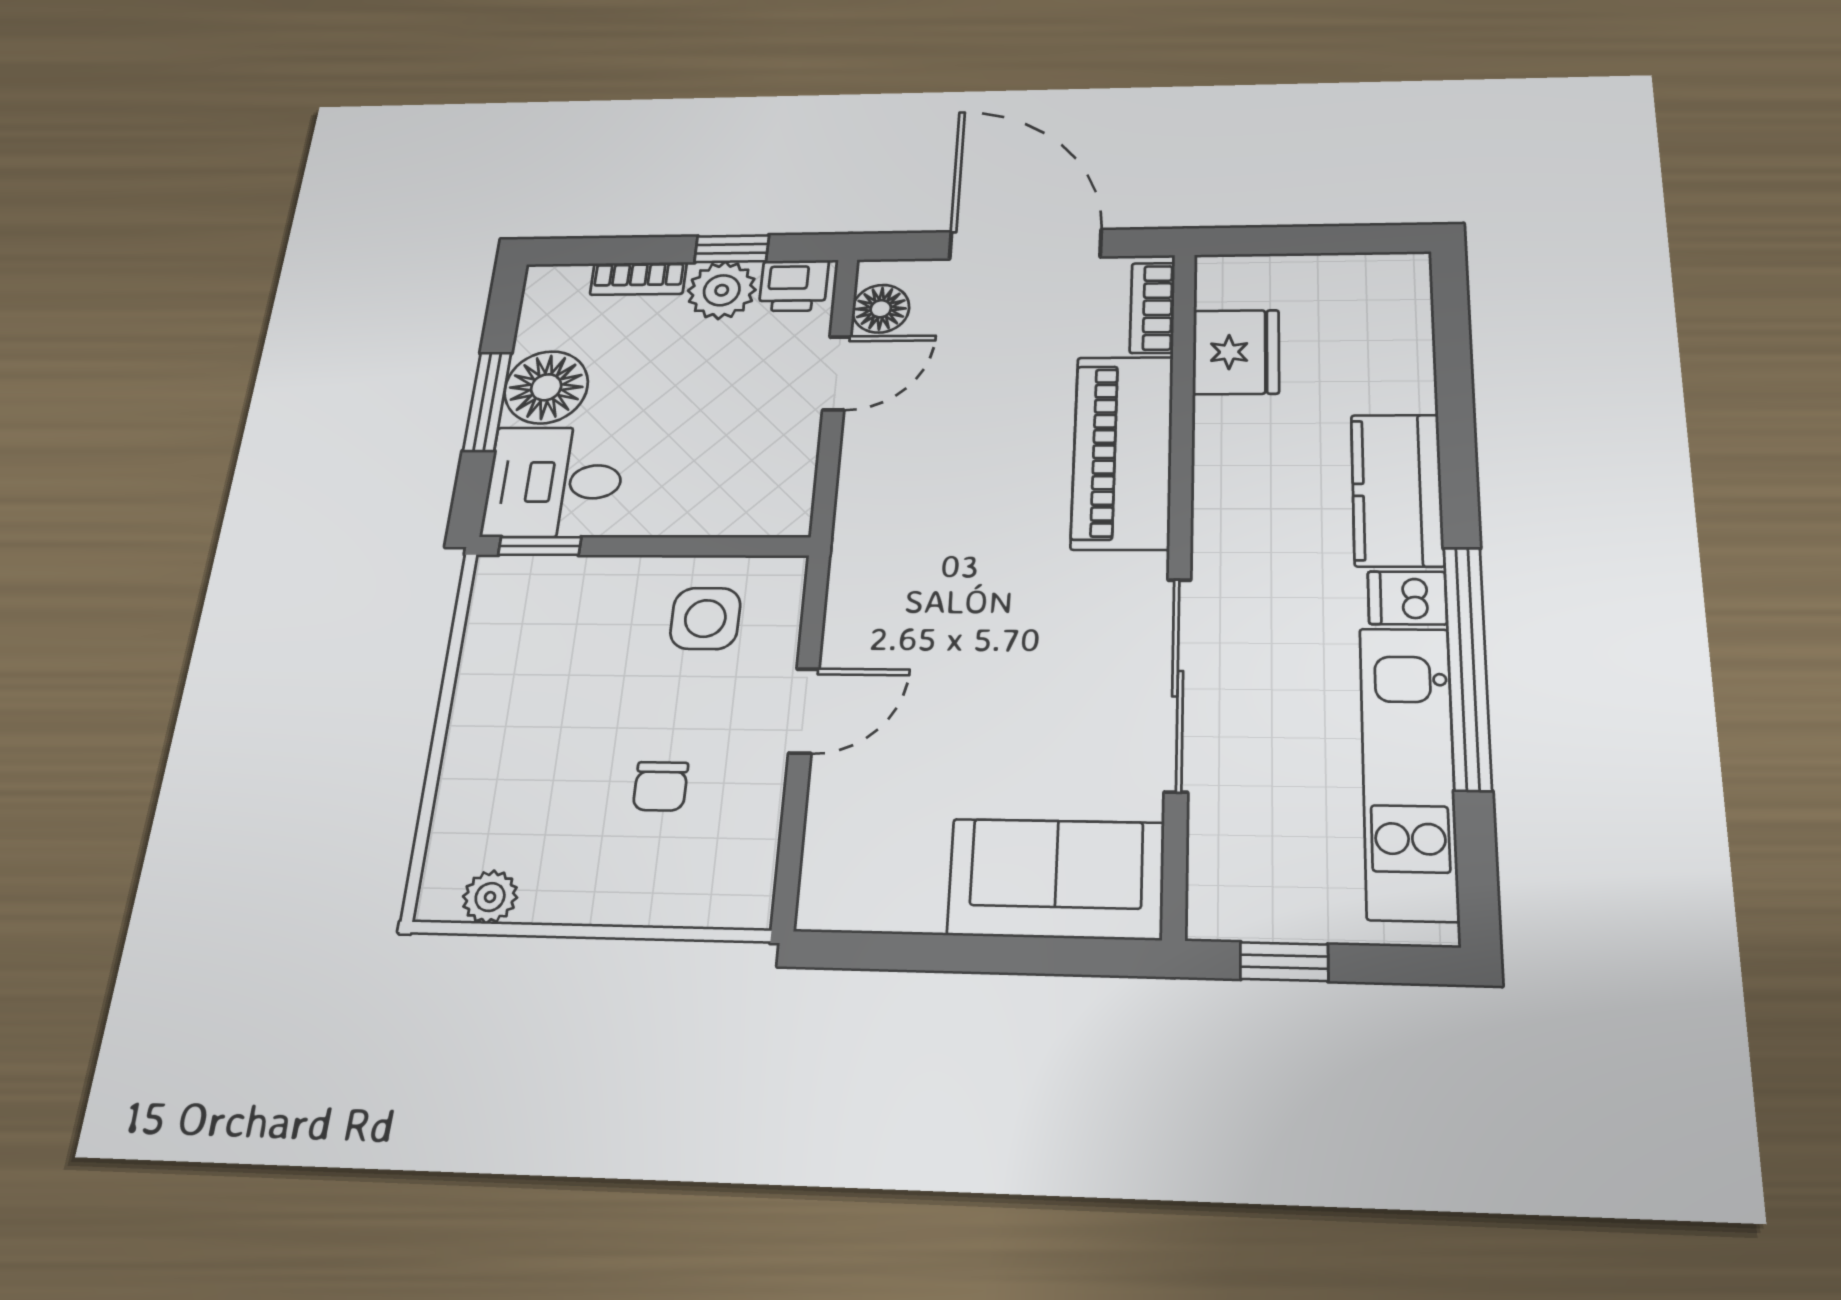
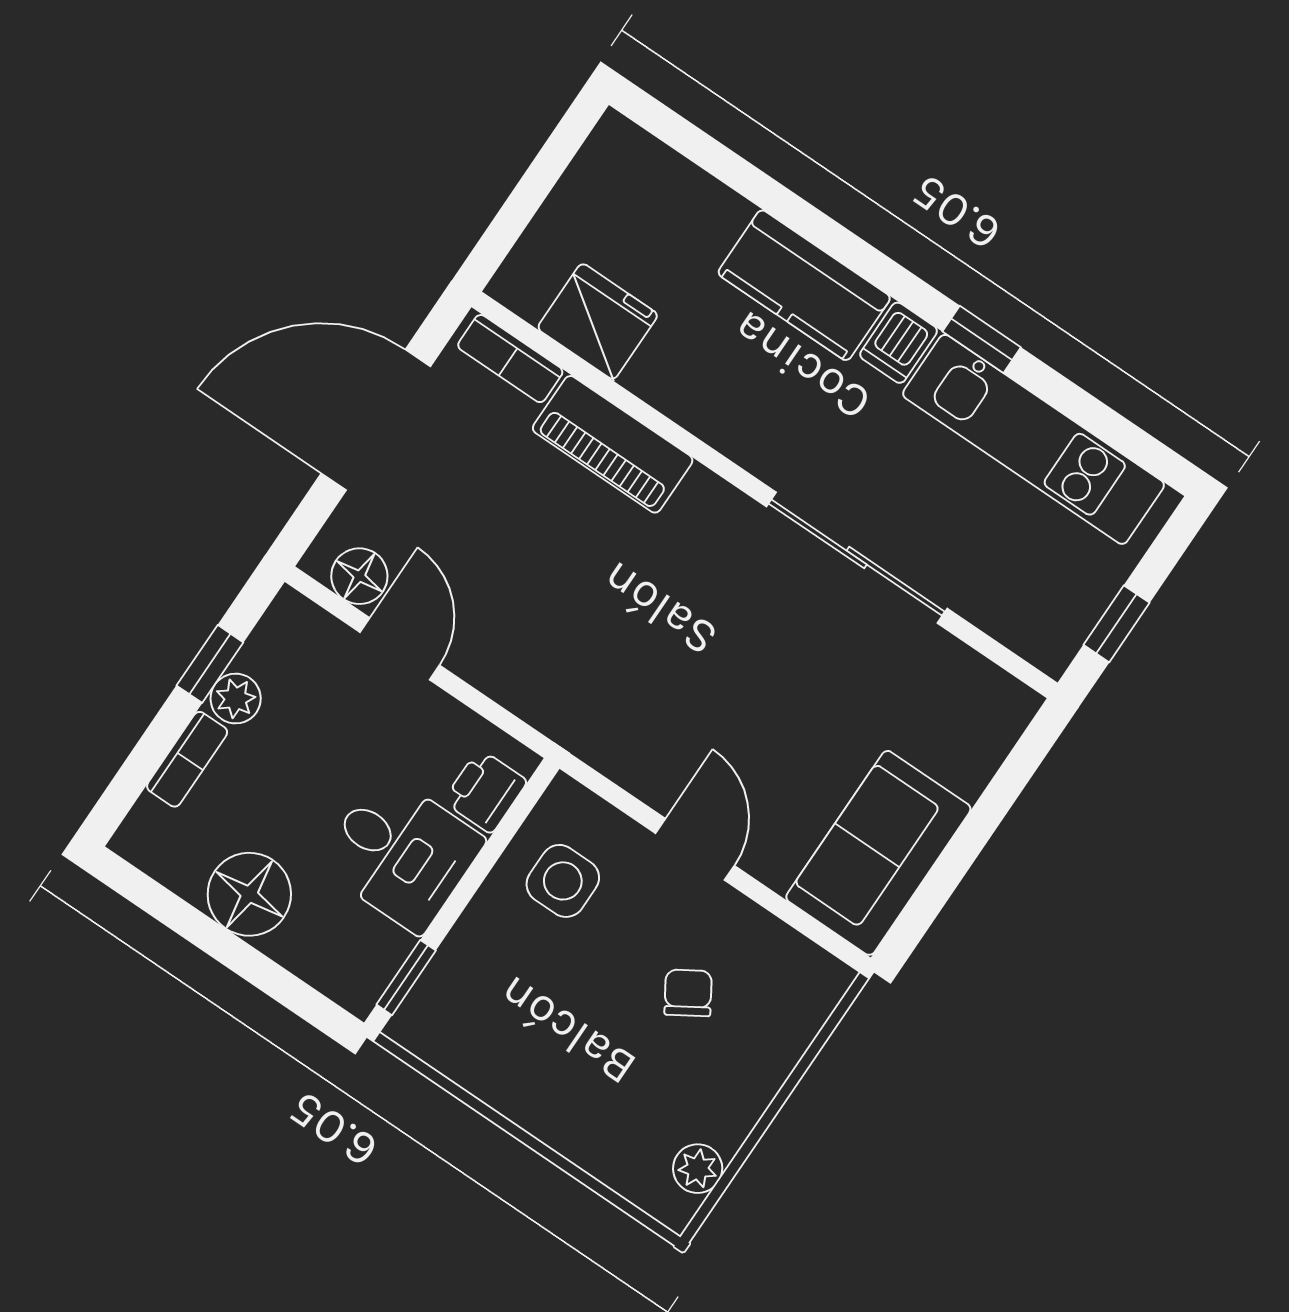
printer: (794, 286) -> (485, 791), moved, turned 180
plant: (722, 290) -> (236, 699), width x0.73, depth x0.73
window: (487, 402) -> (230, 951), removed
piano: (1123, 452) -> (613, 444), width x0.73, depth x0.75
desk: (554, 482) -> (401, 853), moved, turned -90
window: (1467, 667) -> (982, 339), width x0.32
chair: (661, 786) -> (688, 993), turned -122
sofa: (1056, 879) -> (878, 853), moved

